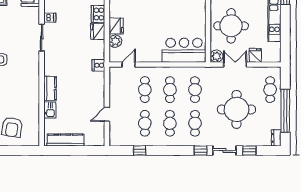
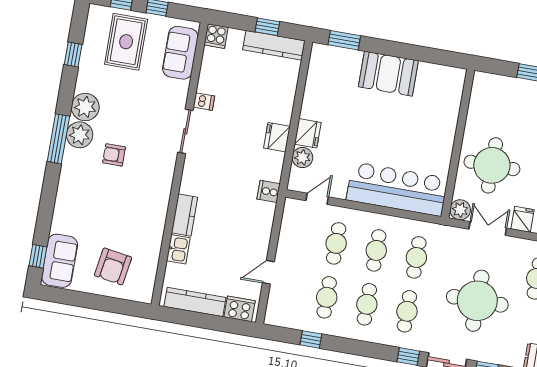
cooker: (98, 14) -> (240, 309), moved, turned 90
bar counter: (184, 50) -> (397, 189), width x1.36

